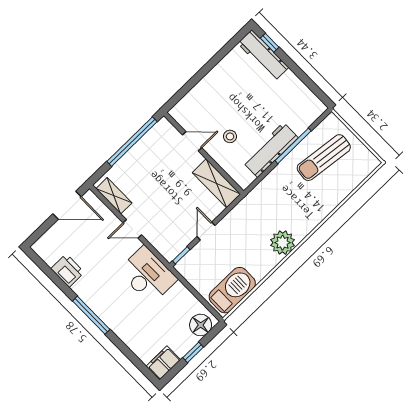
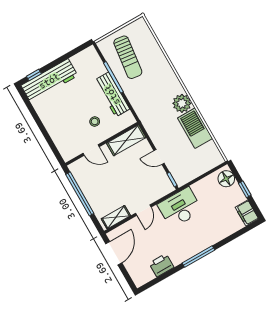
workbench: (263, 55) -> (49, 81), width x1.36, depth x1.32
door: (192, 141) -> (91, 150), swing flipped
barbecue: (232, 290) -> (195, 128), moved

